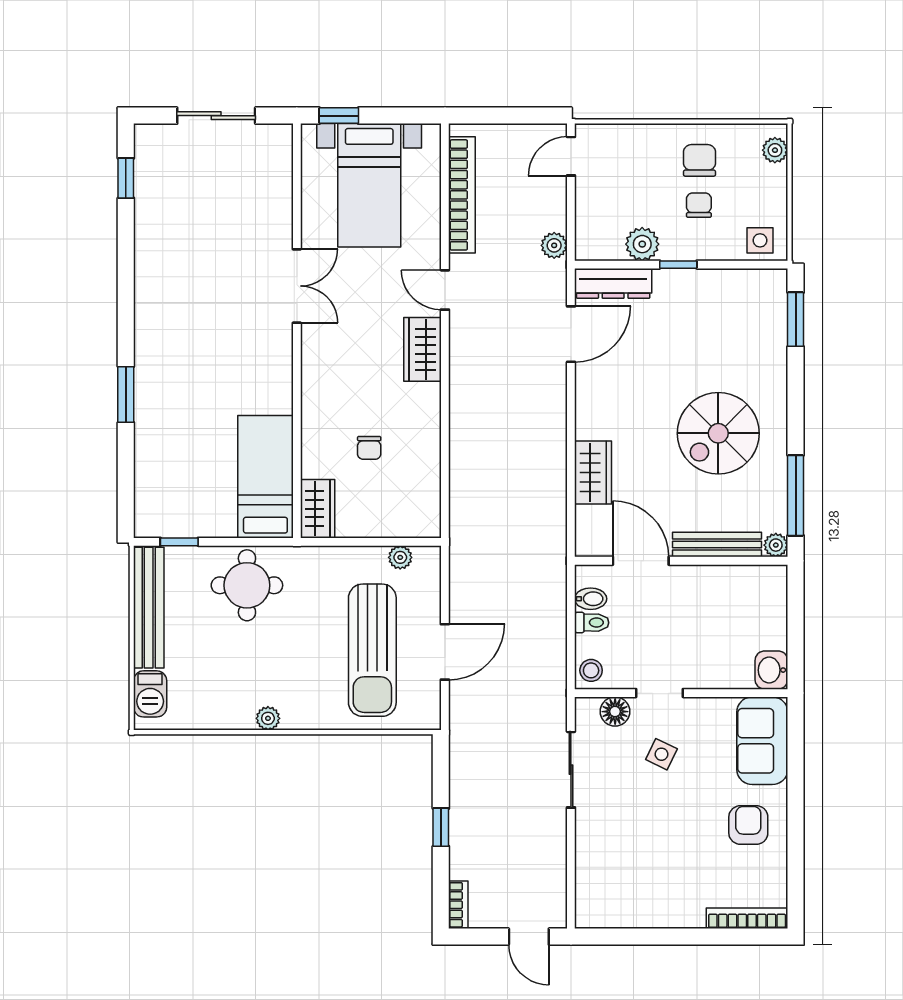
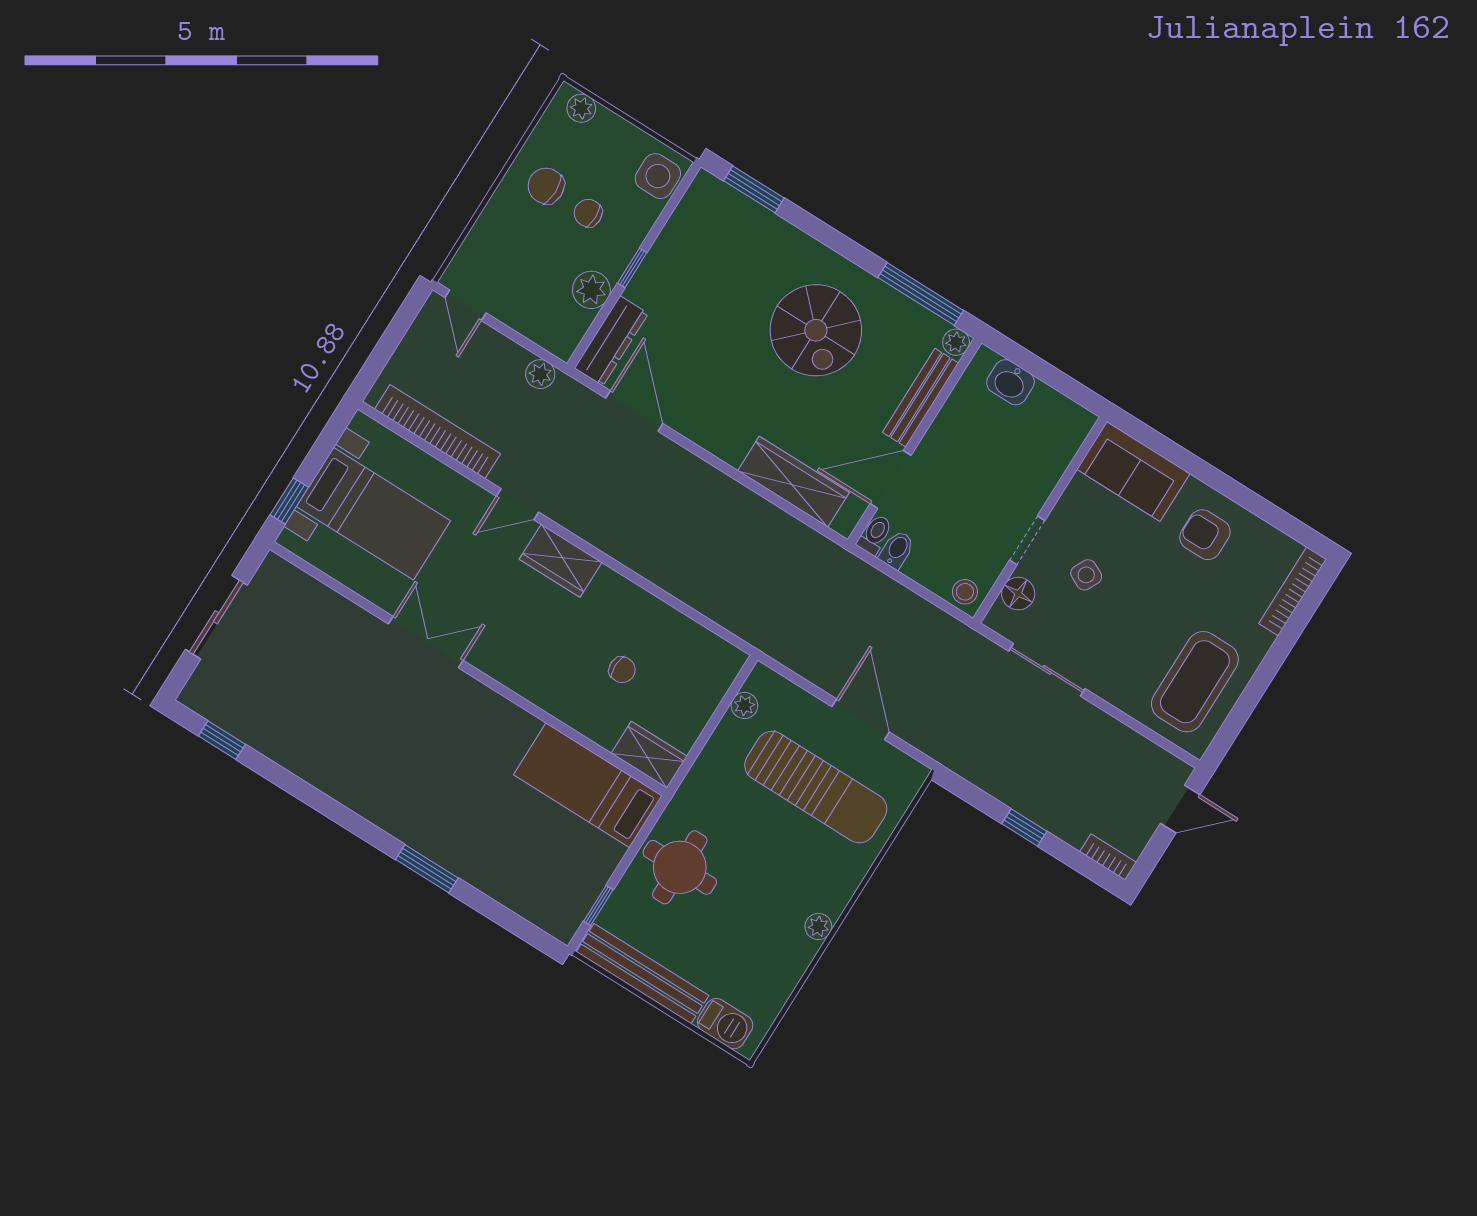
side table: (760, 240) -> (658, 176), width x1.37, depth x1.37
wardrobe: (593, 472) -> (794, 482), width x1.50
toilet: (592, 623) -> (875, 534), moved
washbasin: (771, 670) -> (1010, 382), moved
coffee table: (632, 887) -> (1195, 682), added

